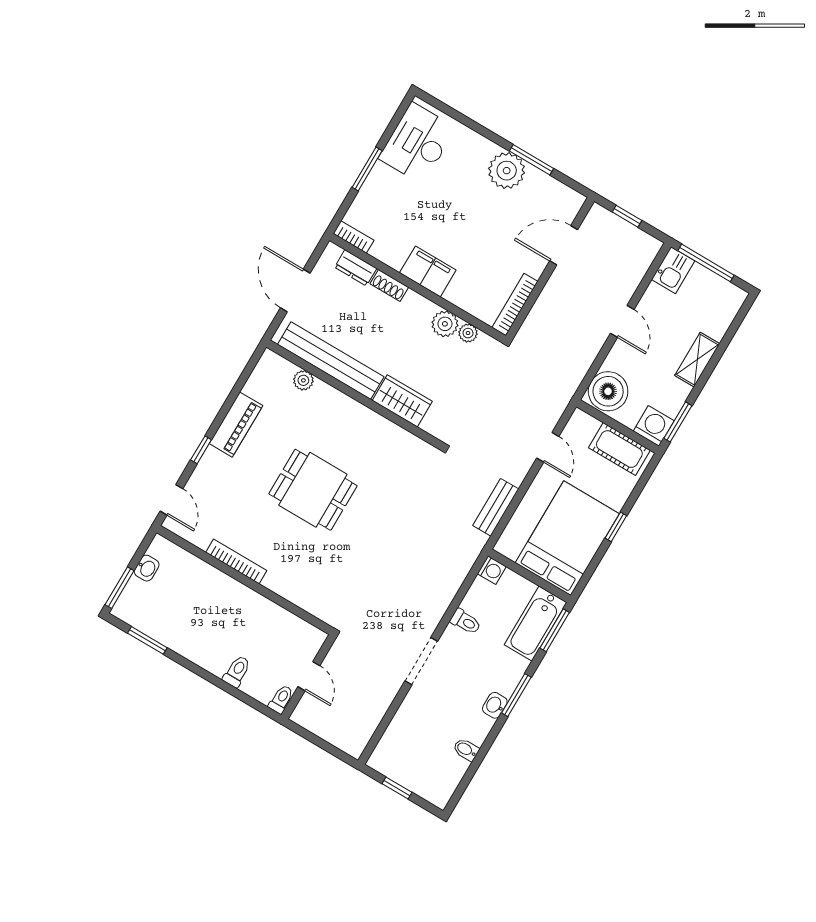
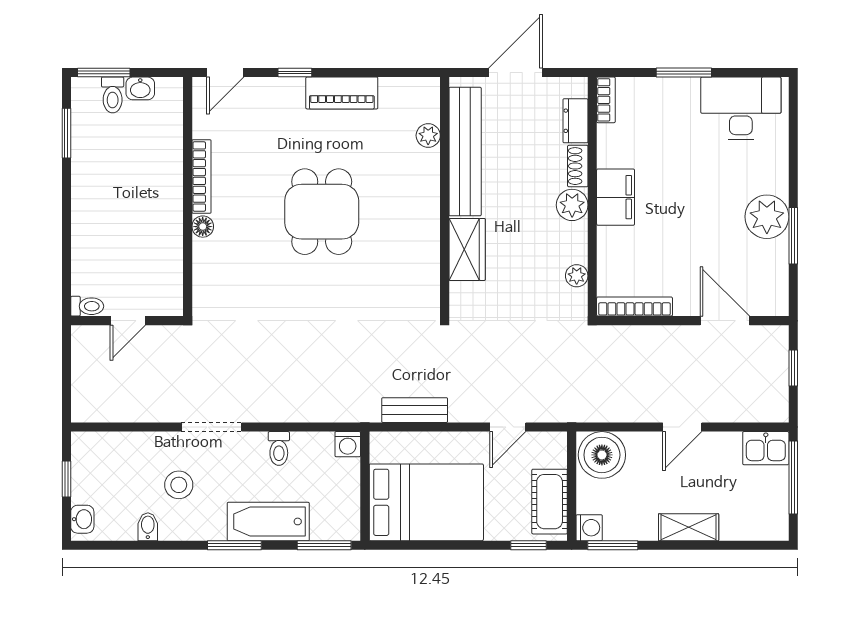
plant: (445, 324) -> (572, 205), moved
washing machine: (654, 426) -> (589, 528), width x0.73, depth x0.73
window: (616, 527) -> (529, 545), moved
floor lamp: (273, 582) -> (203, 227), added
bathtub: (536, 624) -> (268, 521), moved
toilet: (237, 671) -> (113, 95), moved, turned 90
washbasin: (495, 705) -> (82, 519), moved, turned 90
stool: (449, 709) -> (179, 485), added

